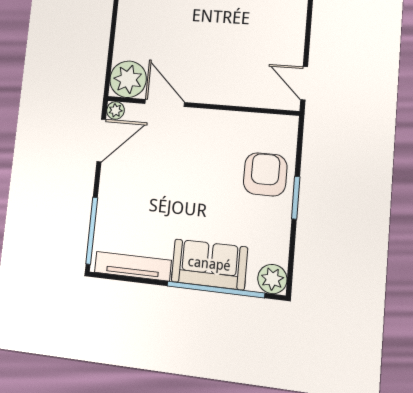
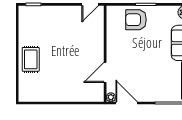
plant: (128, 79) -> (94, 92), removed

